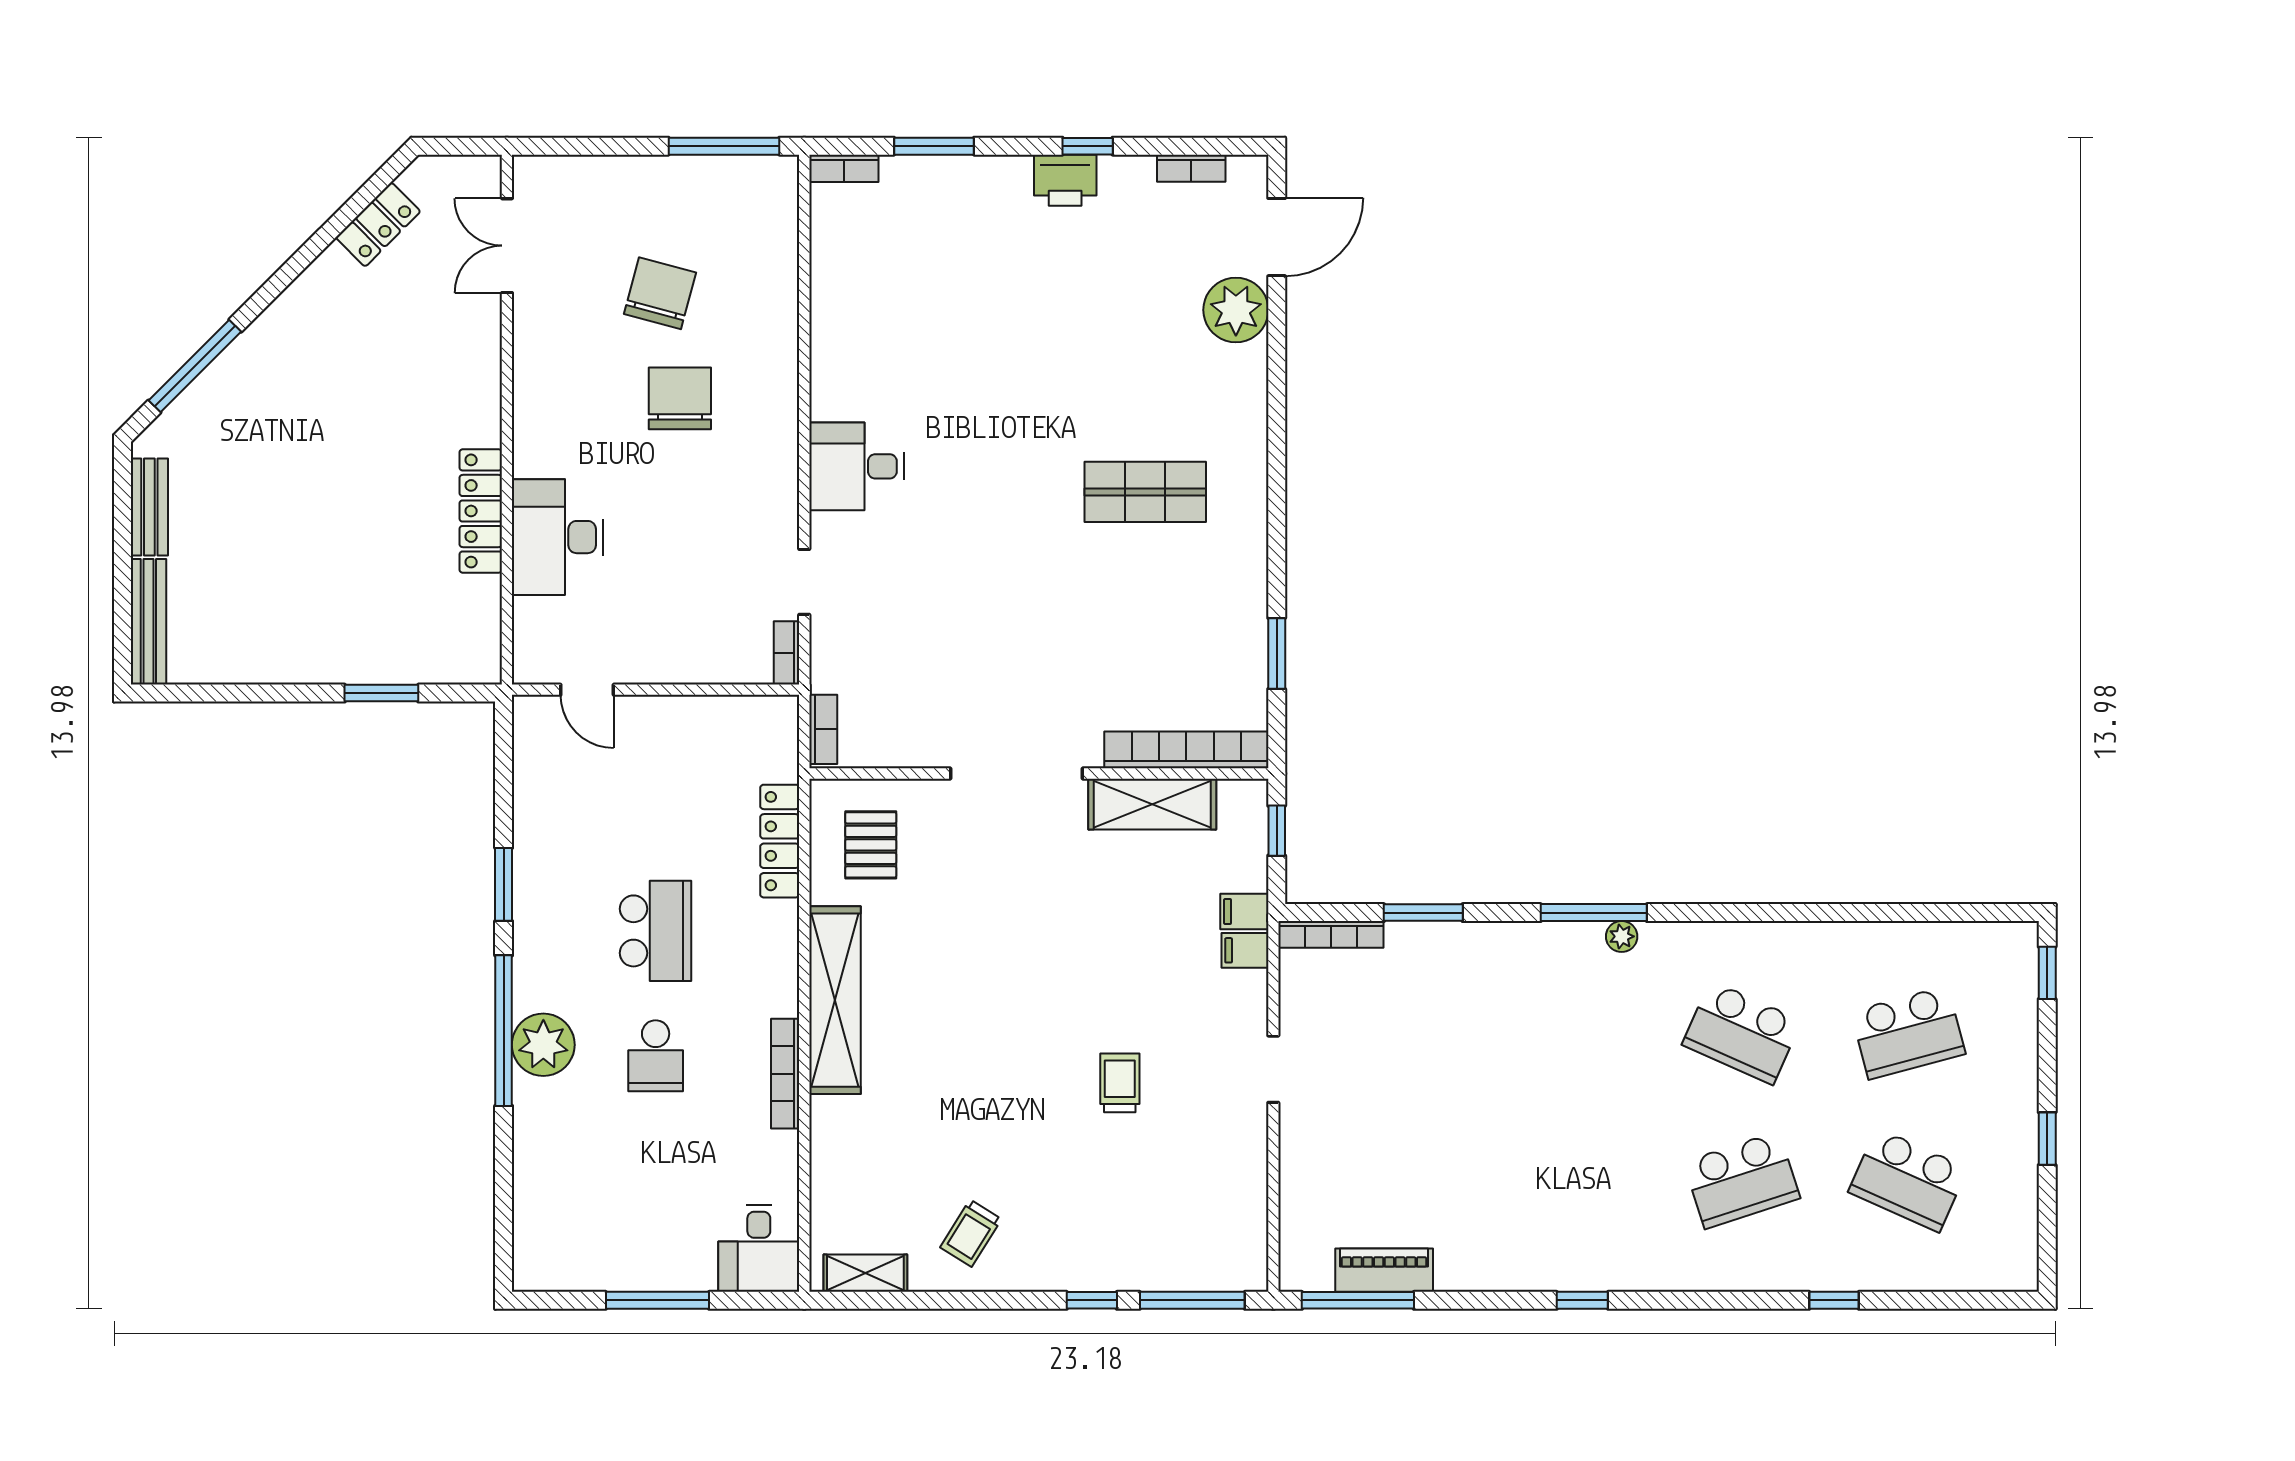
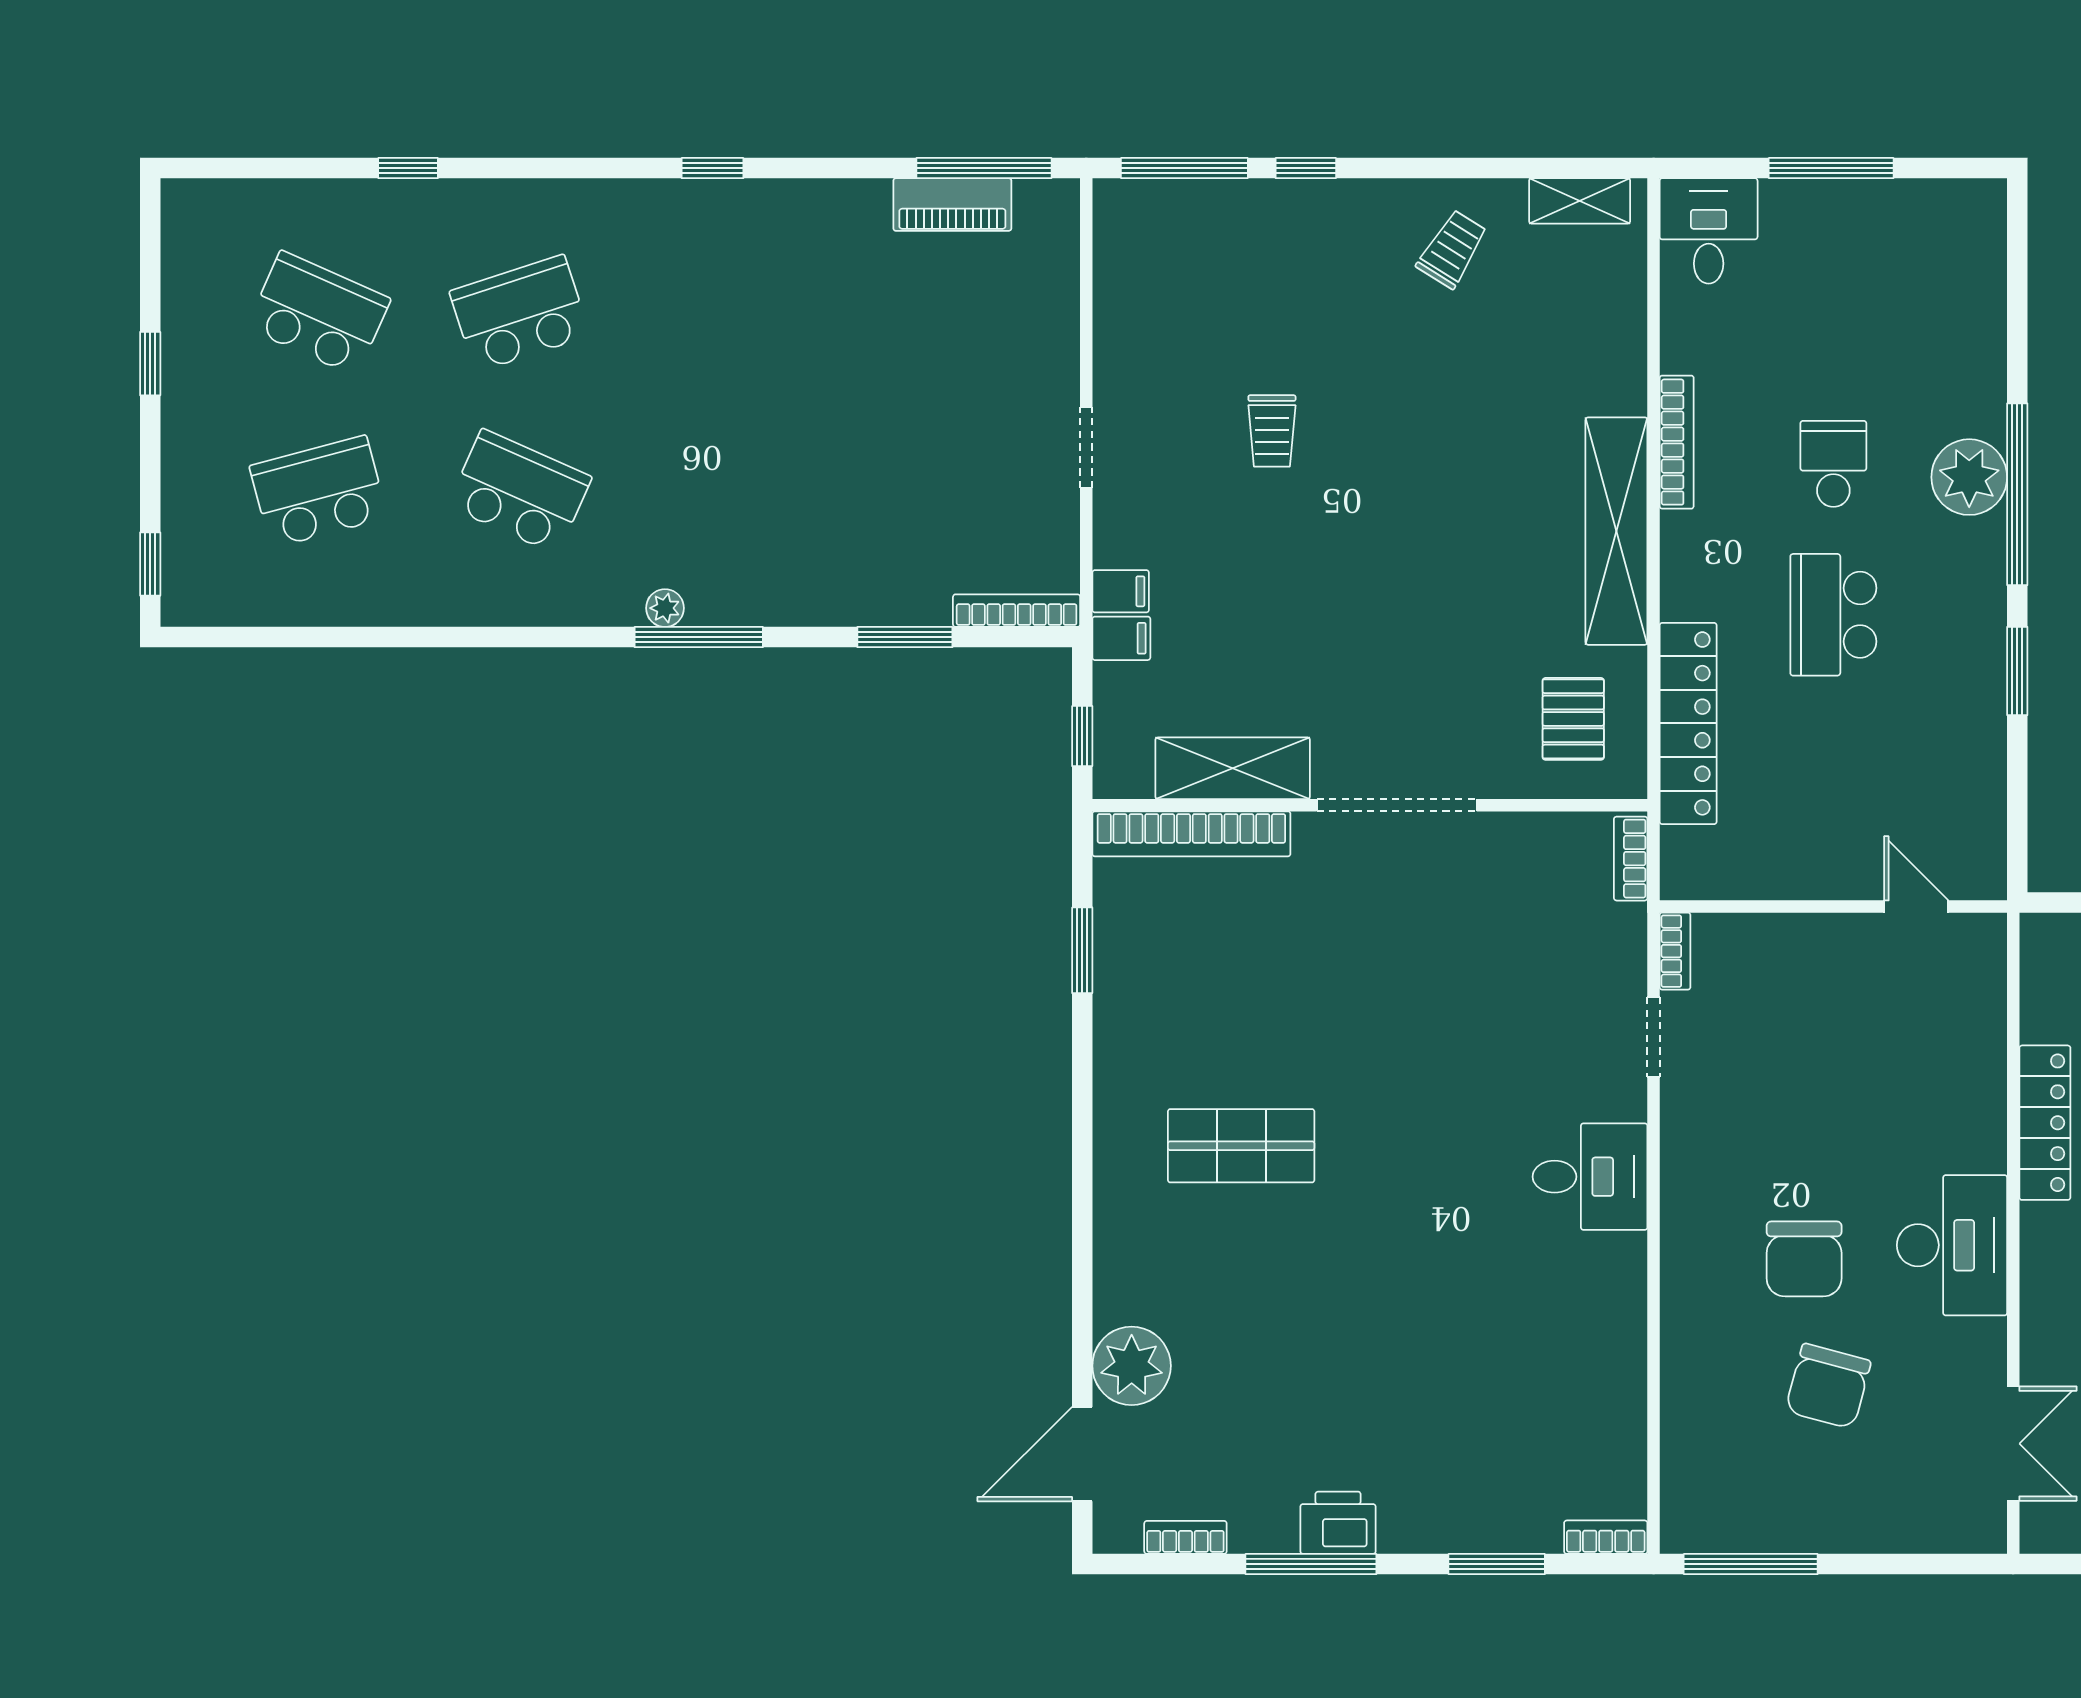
window: (1088, 146) -> (1311, 1564), width x2.17
desk: (558, 537) -> (1952, 1245), moved
locker: (780, 841) -> (1688, 723), width x1.41, depth x1.21

